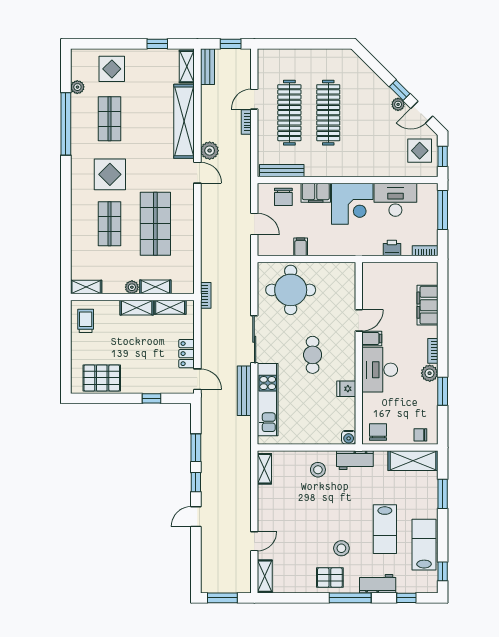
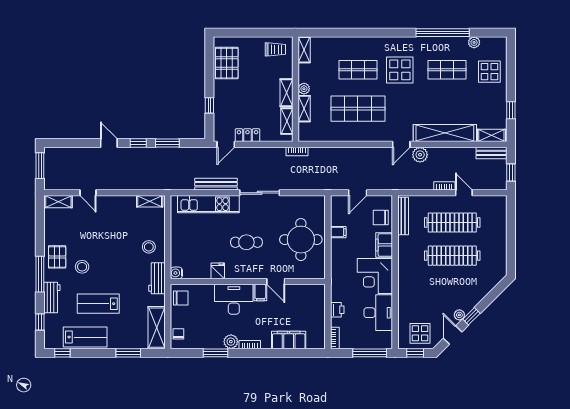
round table: (291, 290) -> (301, 240), moved

